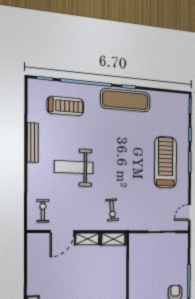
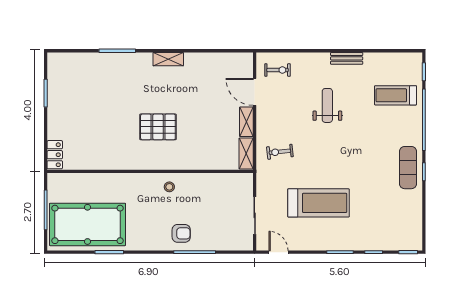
exercise mat: (125, 100) -> (408, 168), width x0.73, depth x0.69
treadmill: (65, 106) -> (395, 95), turned 90
bench: (33, 143) -> (347, 58), width x0.73
treadmill: (166, 162) -> (319, 203), moved
weight bench: (74, 167) -> (327, 105), width x0.73, depth x0.75

